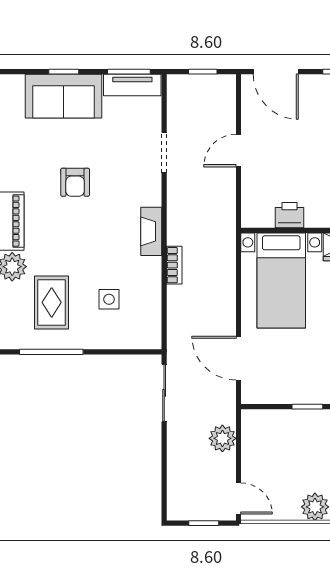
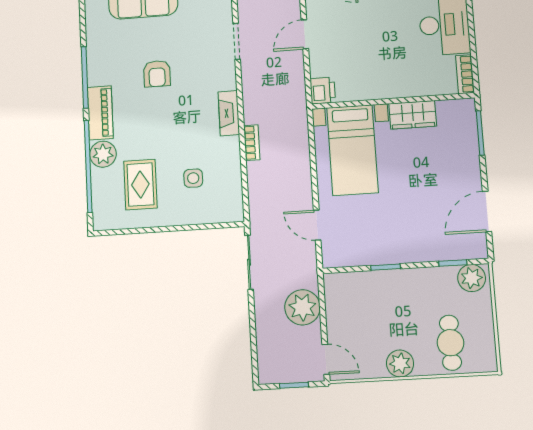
printer: (289, 215) -> (323, 91), moved, turned 90
window: (51, 352) -> (142, 230), removed
door: (239, 358) -> (317, 225), width x0.73
plant: (222, 438) -> (302, 307), width x1.36, depth x1.36

